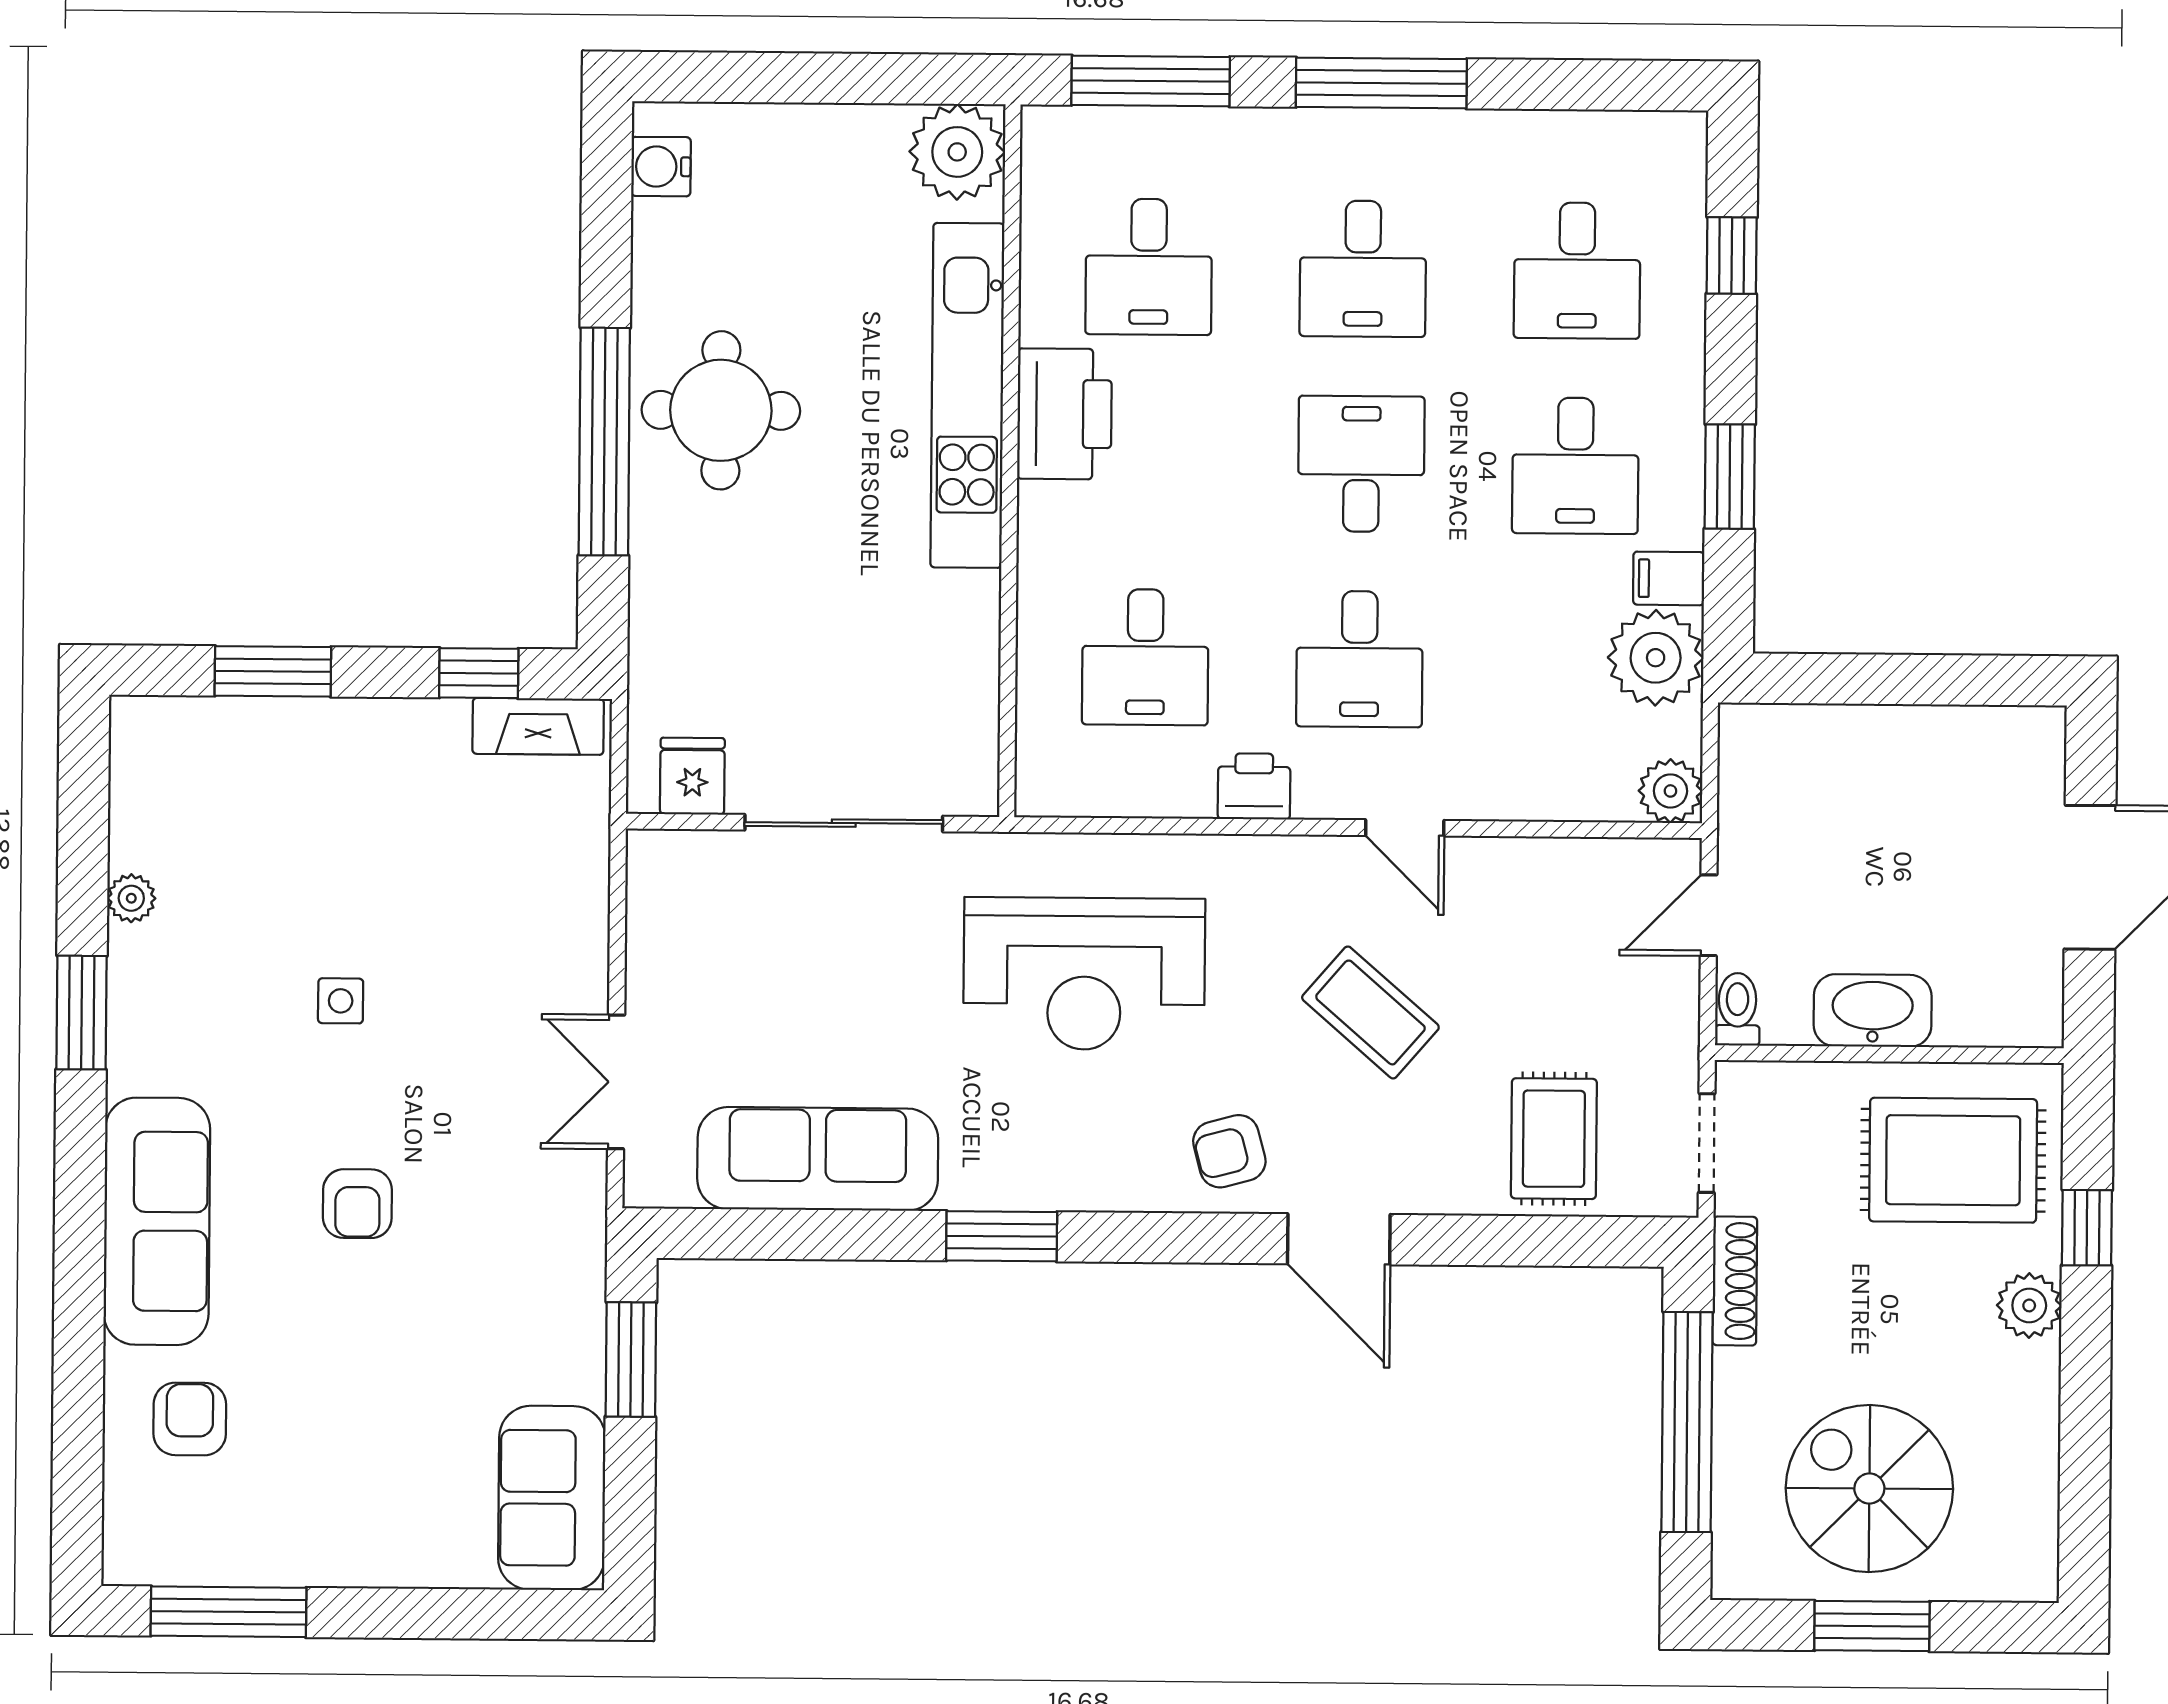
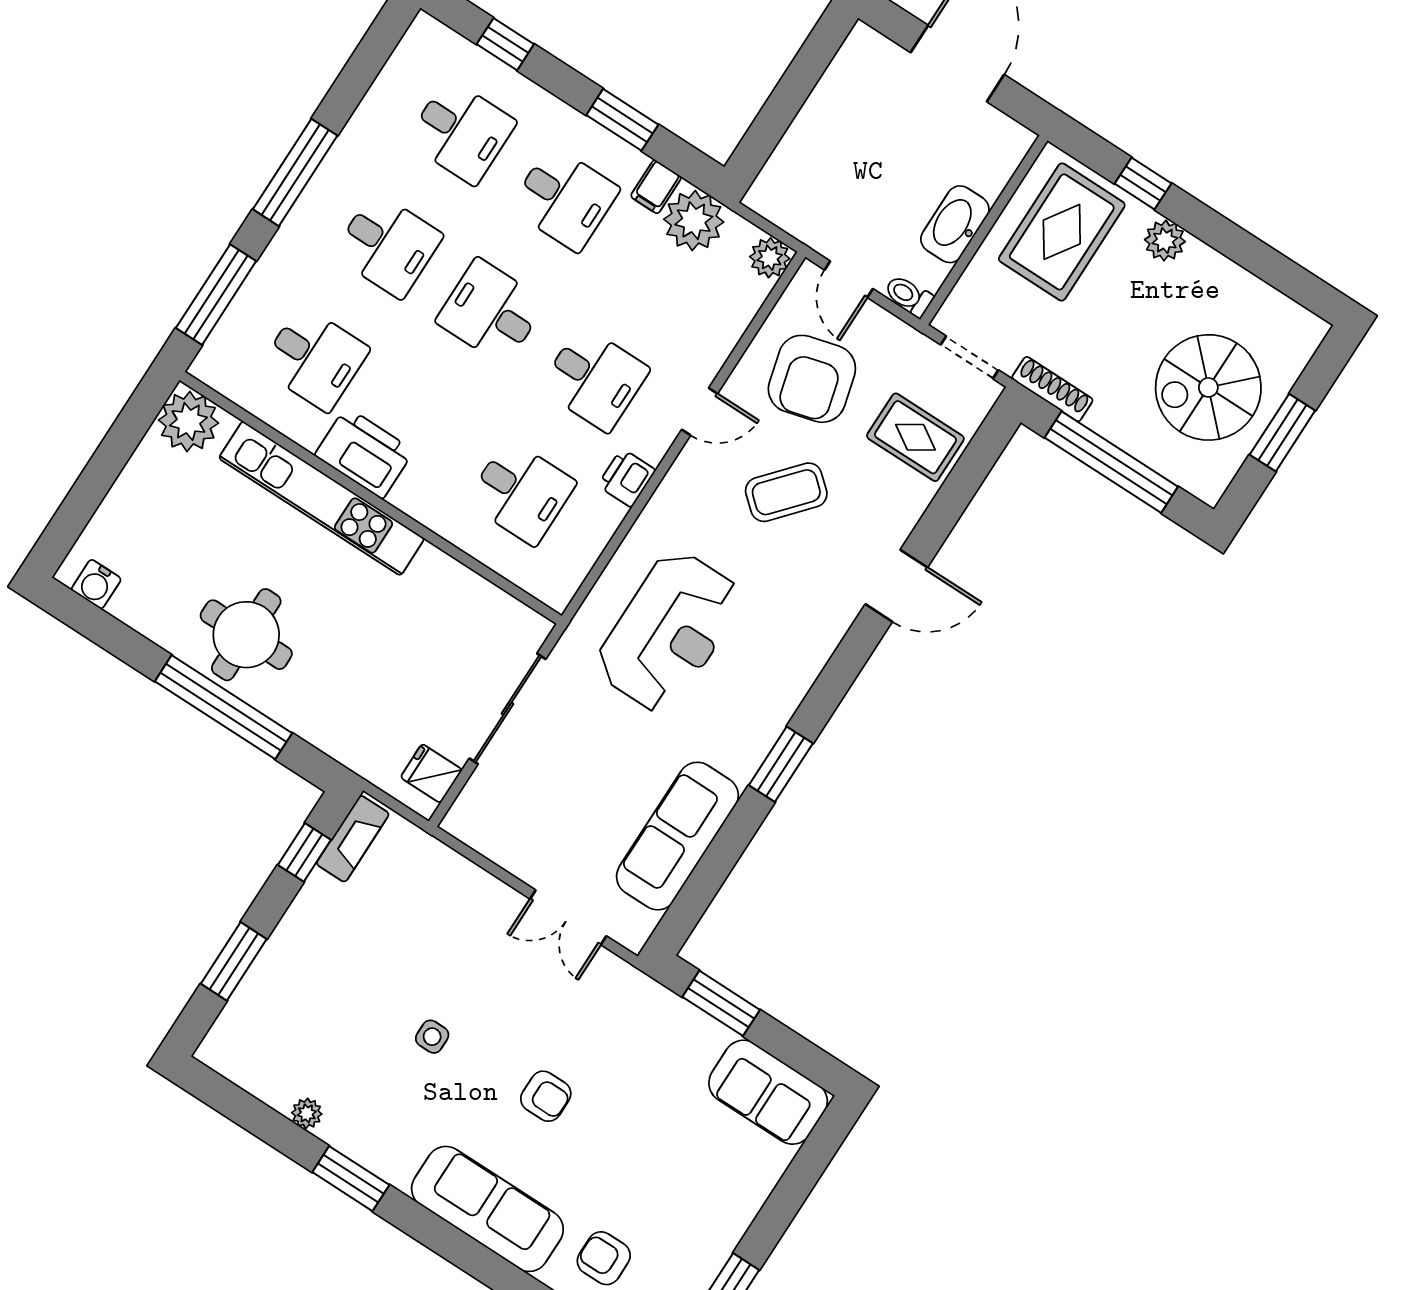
armchair: (1229, 1151) -> (812, 379), moved, width x1.88, depth x1.88

